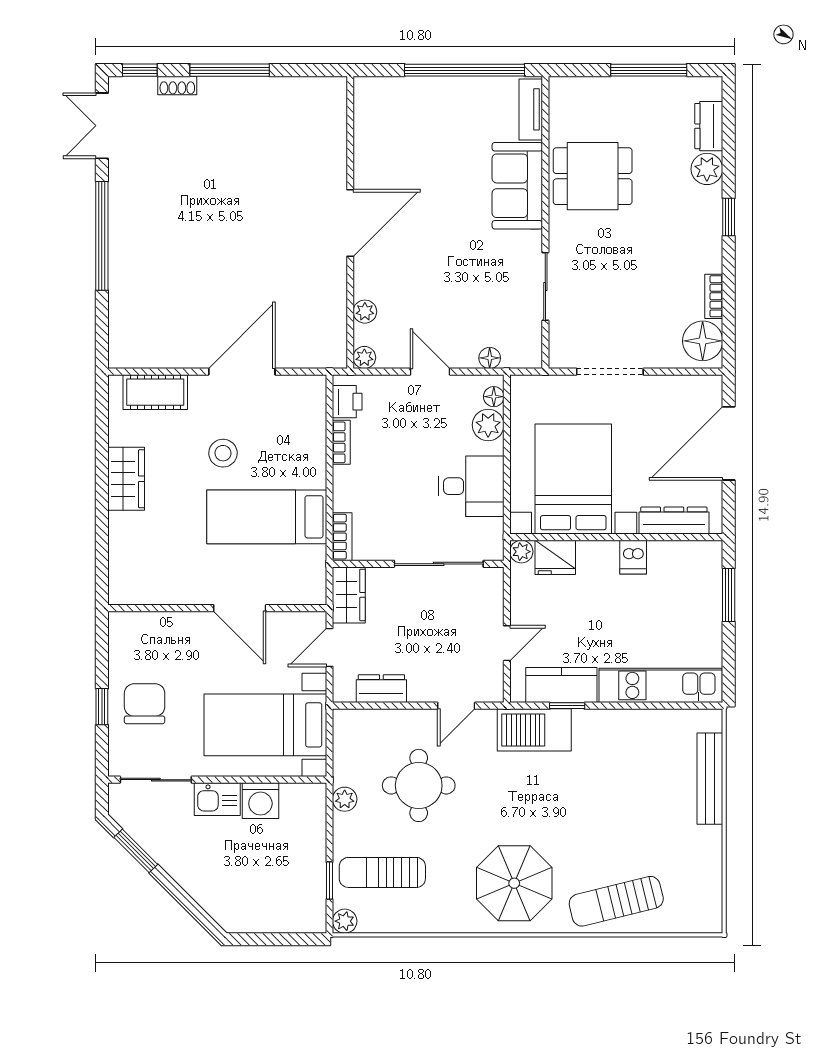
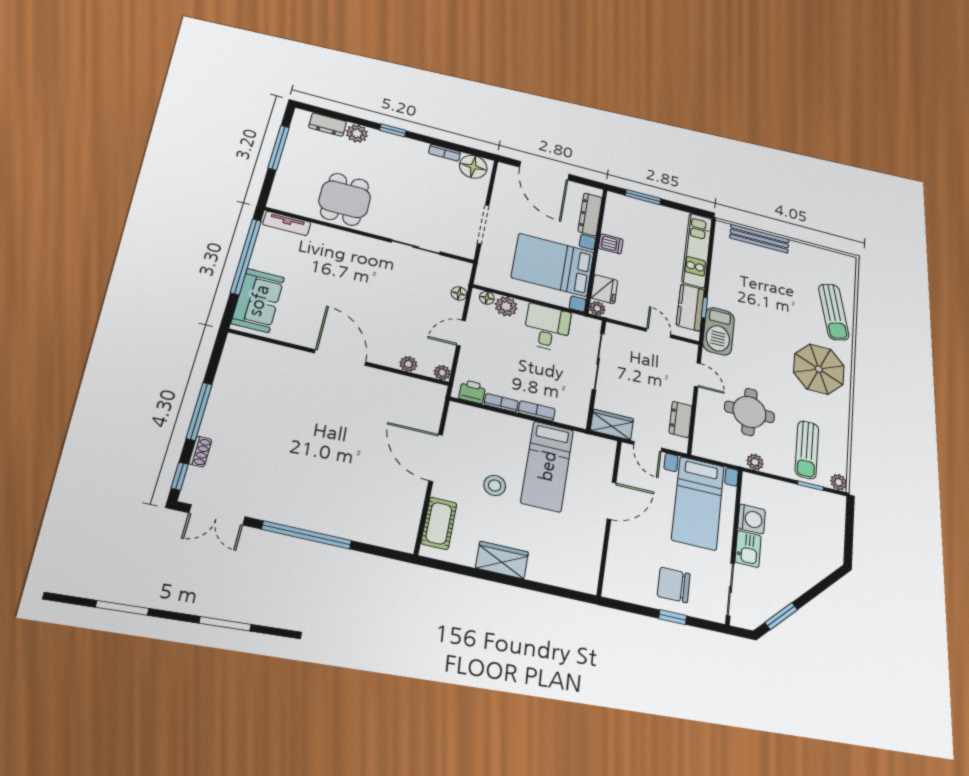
sofa: (517, 186) -> (258, 300), moved, turned -90
bookcase: (342, 537) -> (537, 411), moved

